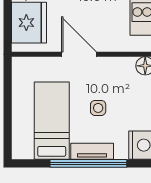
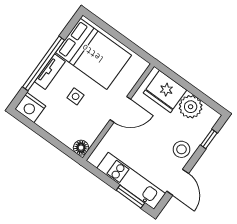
bed: (52, 121) -> (93, 54), width x1.50

